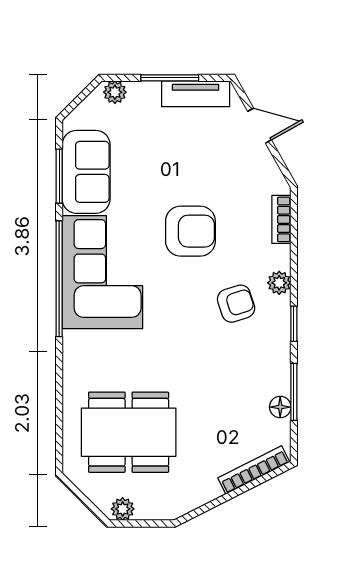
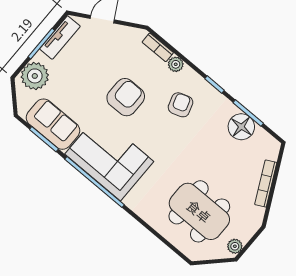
plant: (115, 92) -> (35, 76), width x1.88, depth x1.88
plant: (279, 283) -> (176, 64), moved
floor lamp: (280, 407) -> (241, 127), width x1.89, depth x1.89
dining table: (129, 432) -> (199, 211), turned 90
bookcase: (254, 470) -> (266, 184), moved

